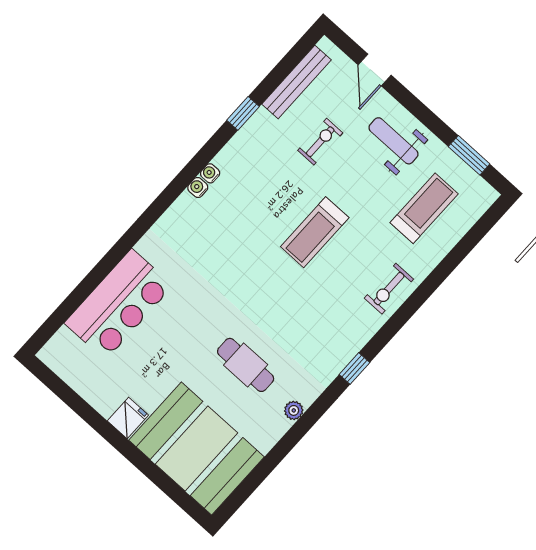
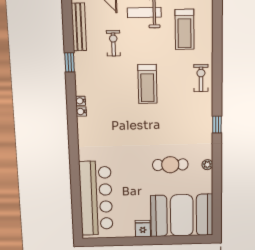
treadmill: (424, 208) -> (184, 29), turned 180
exercise bike: (389, 289) -> (201, 78), turned 180
bar counter: (119, 304) -> (96, 198), width x1.36

